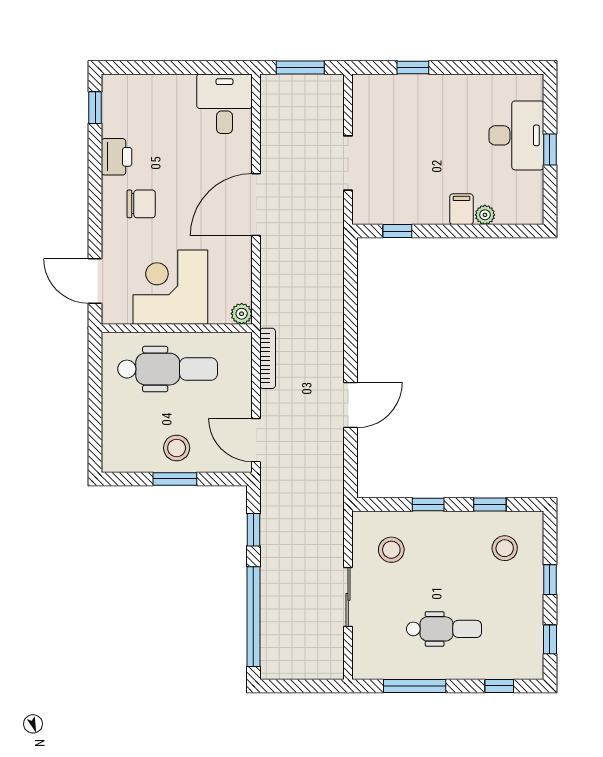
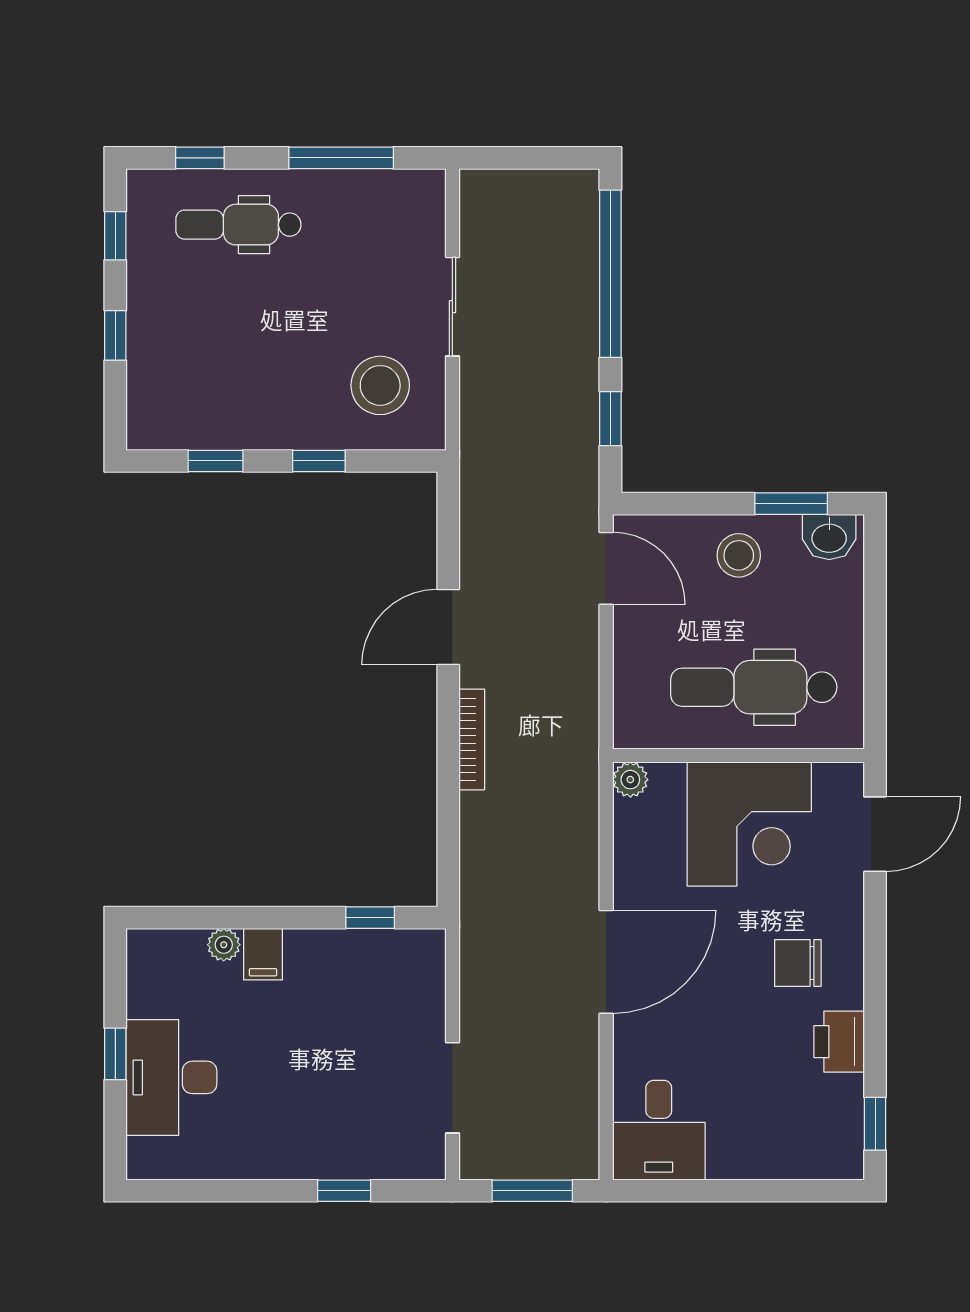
doorway: (348, 163) -> (452, 1088), moved
door: (95, 281) -> (875, 834), hinge flipped
bookcase: (268, 358) -> (472, 739), moved, turned 180
washbasin: (123, 459) -> (829, 537), added
window: (175, 479) -> (791, 504), moved
stool: (505, 548) -> (191, 388), removed
stool: (391, 550) -> (380, 385), width x1.38, depth x1.38
dental chair: (444, 629) -> (238, 225), moved

